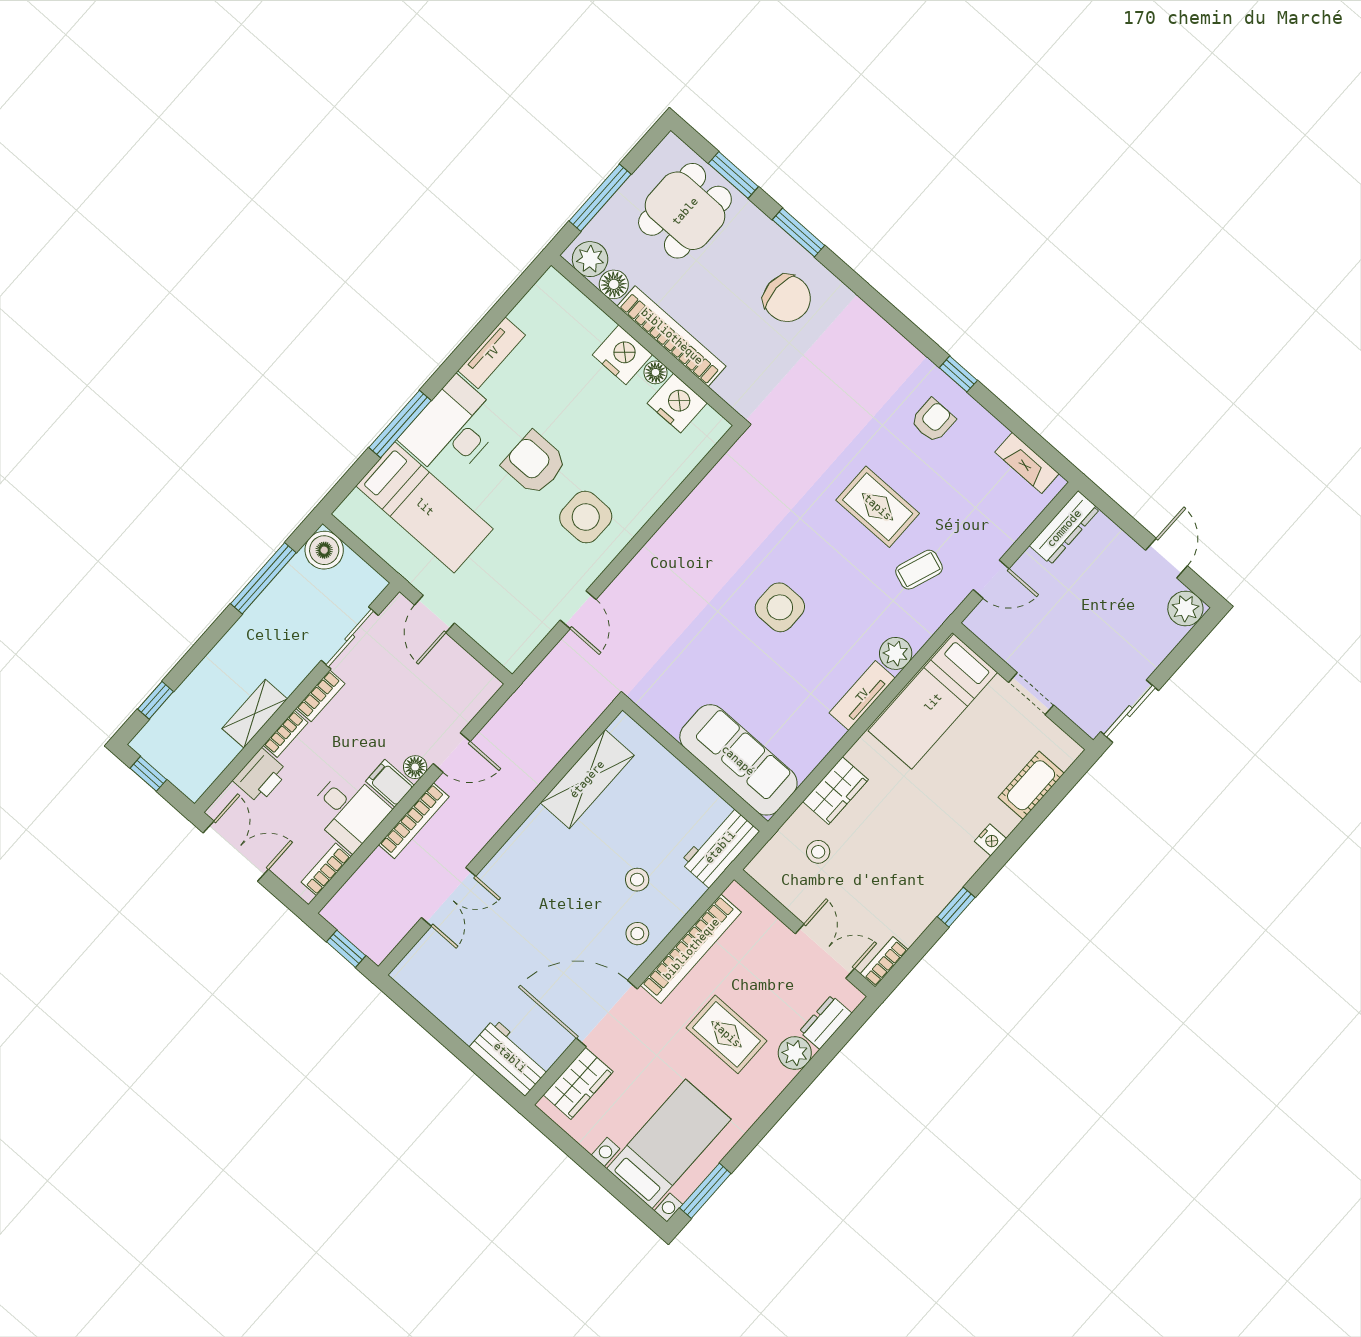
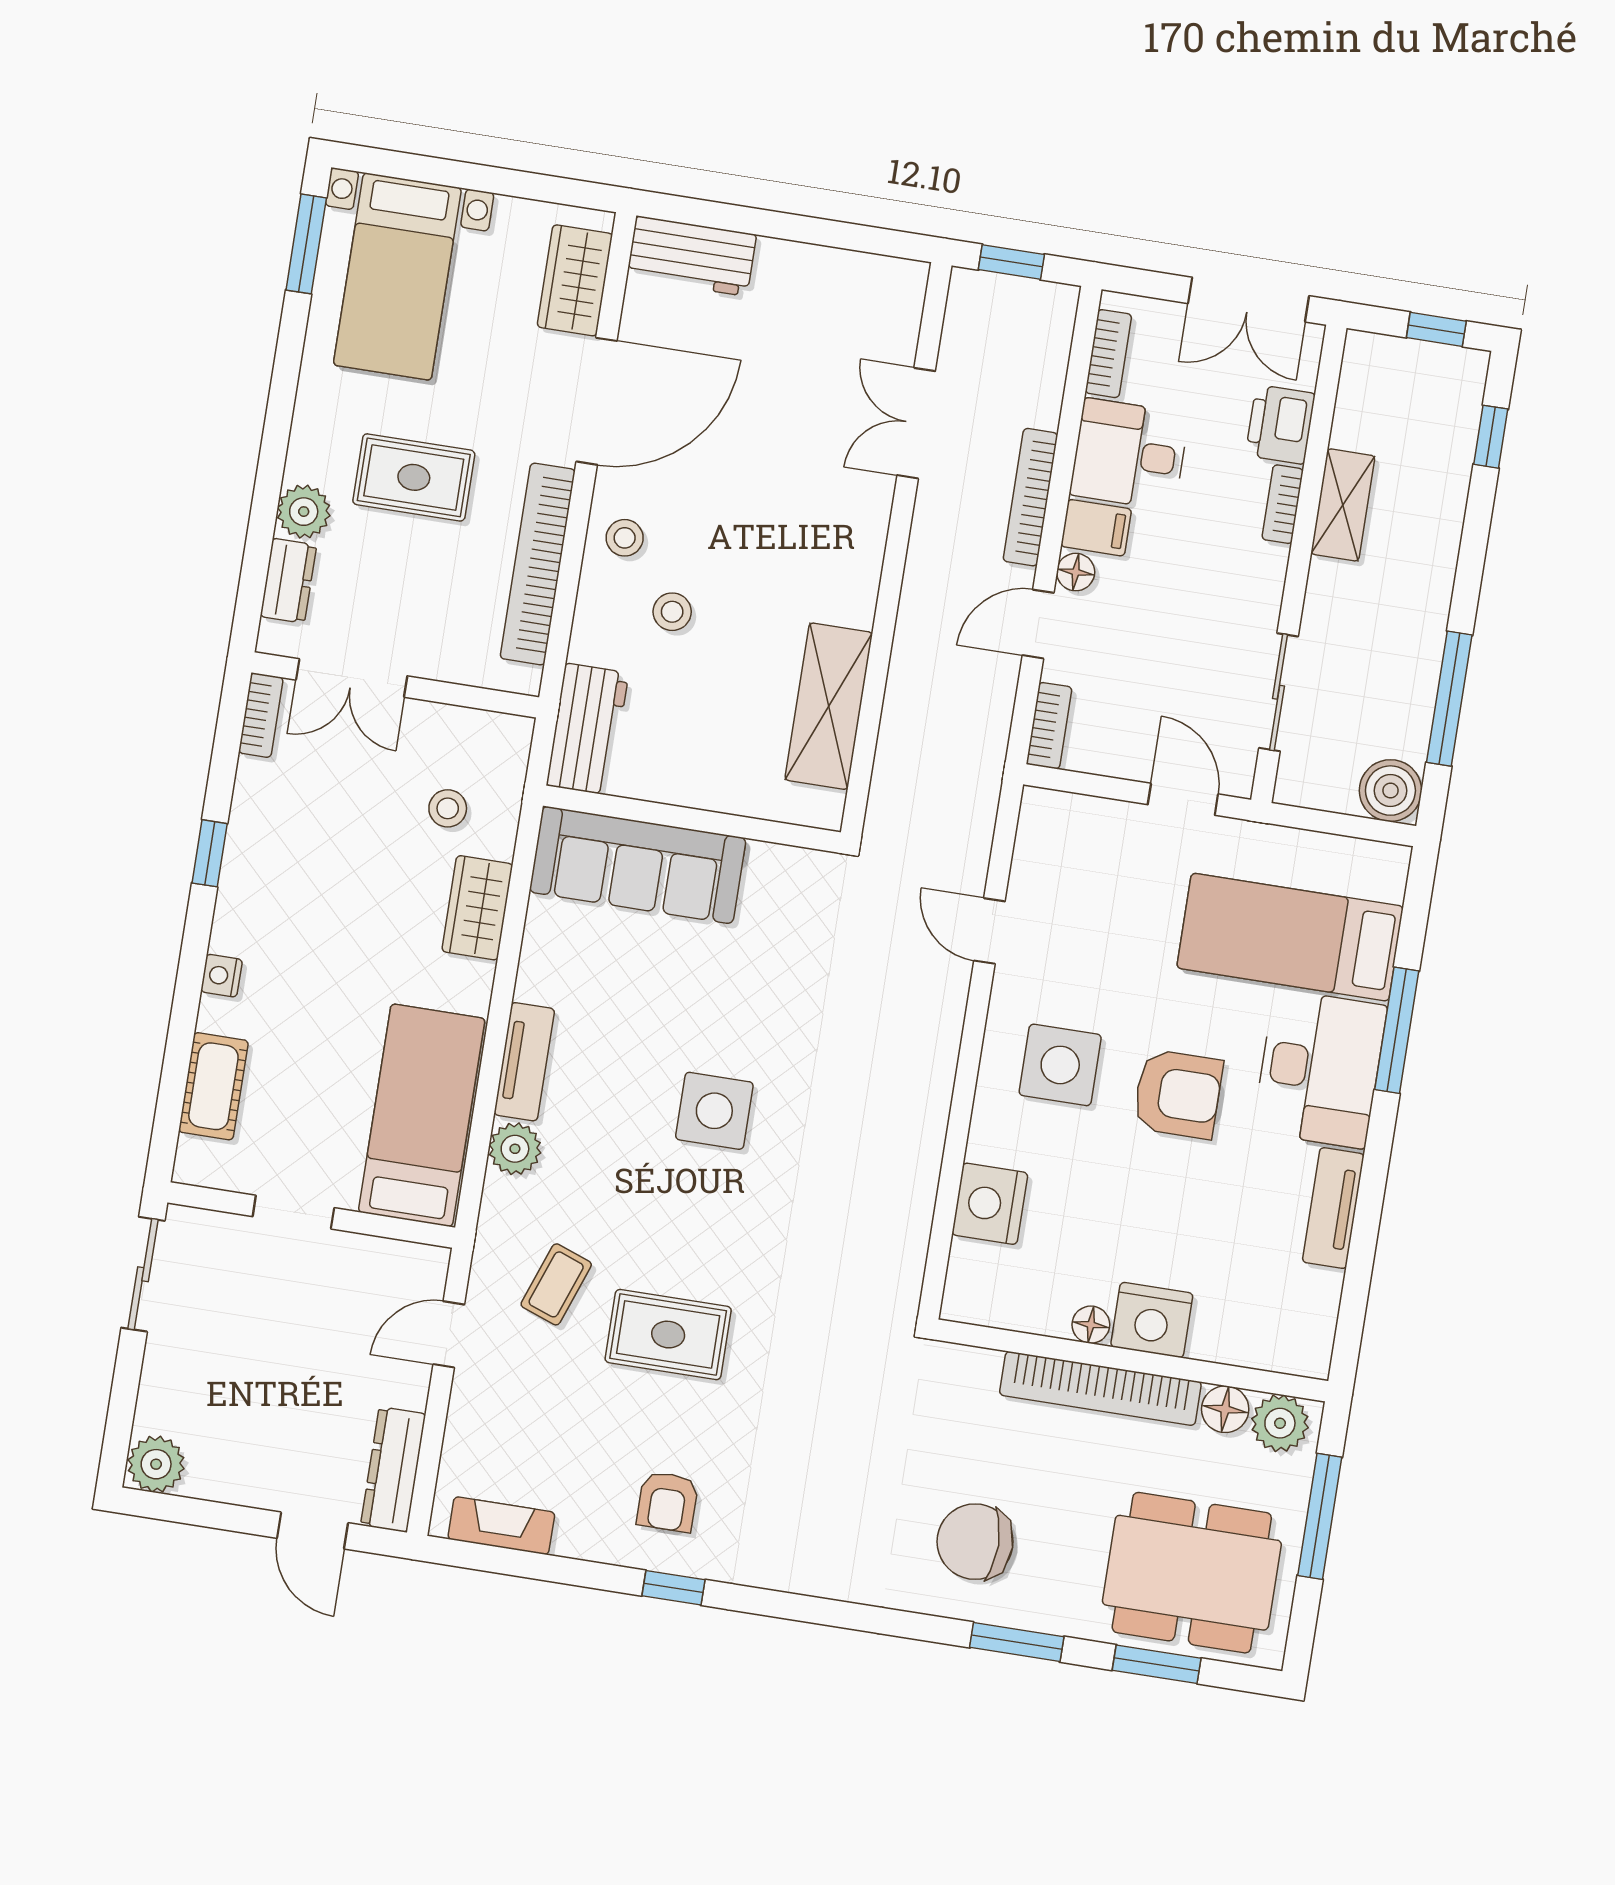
dining table: (685, 211) -> (1192, 1573), width x1.38
nightstand: (677, 403) -> (990, 1204), moved, turned 90
door: (1167, 558) -> (313, 1531), moved
bookcase: (320, 696) -> (1049, 726), moved, turned 180

